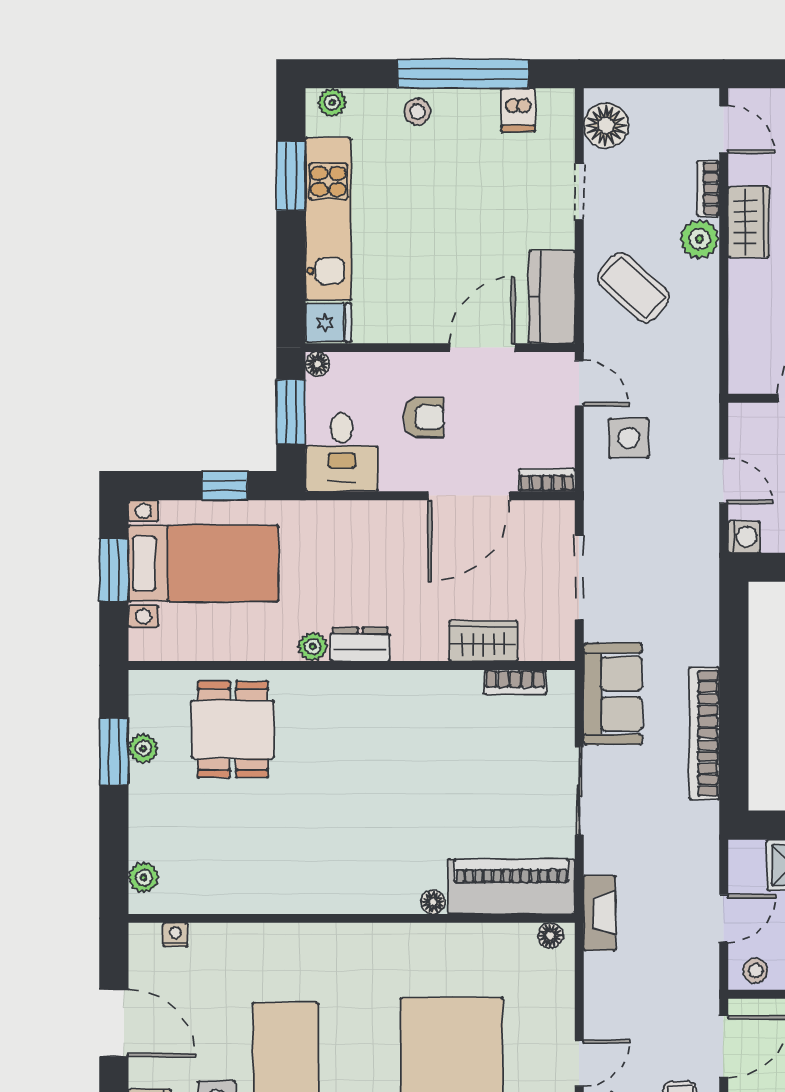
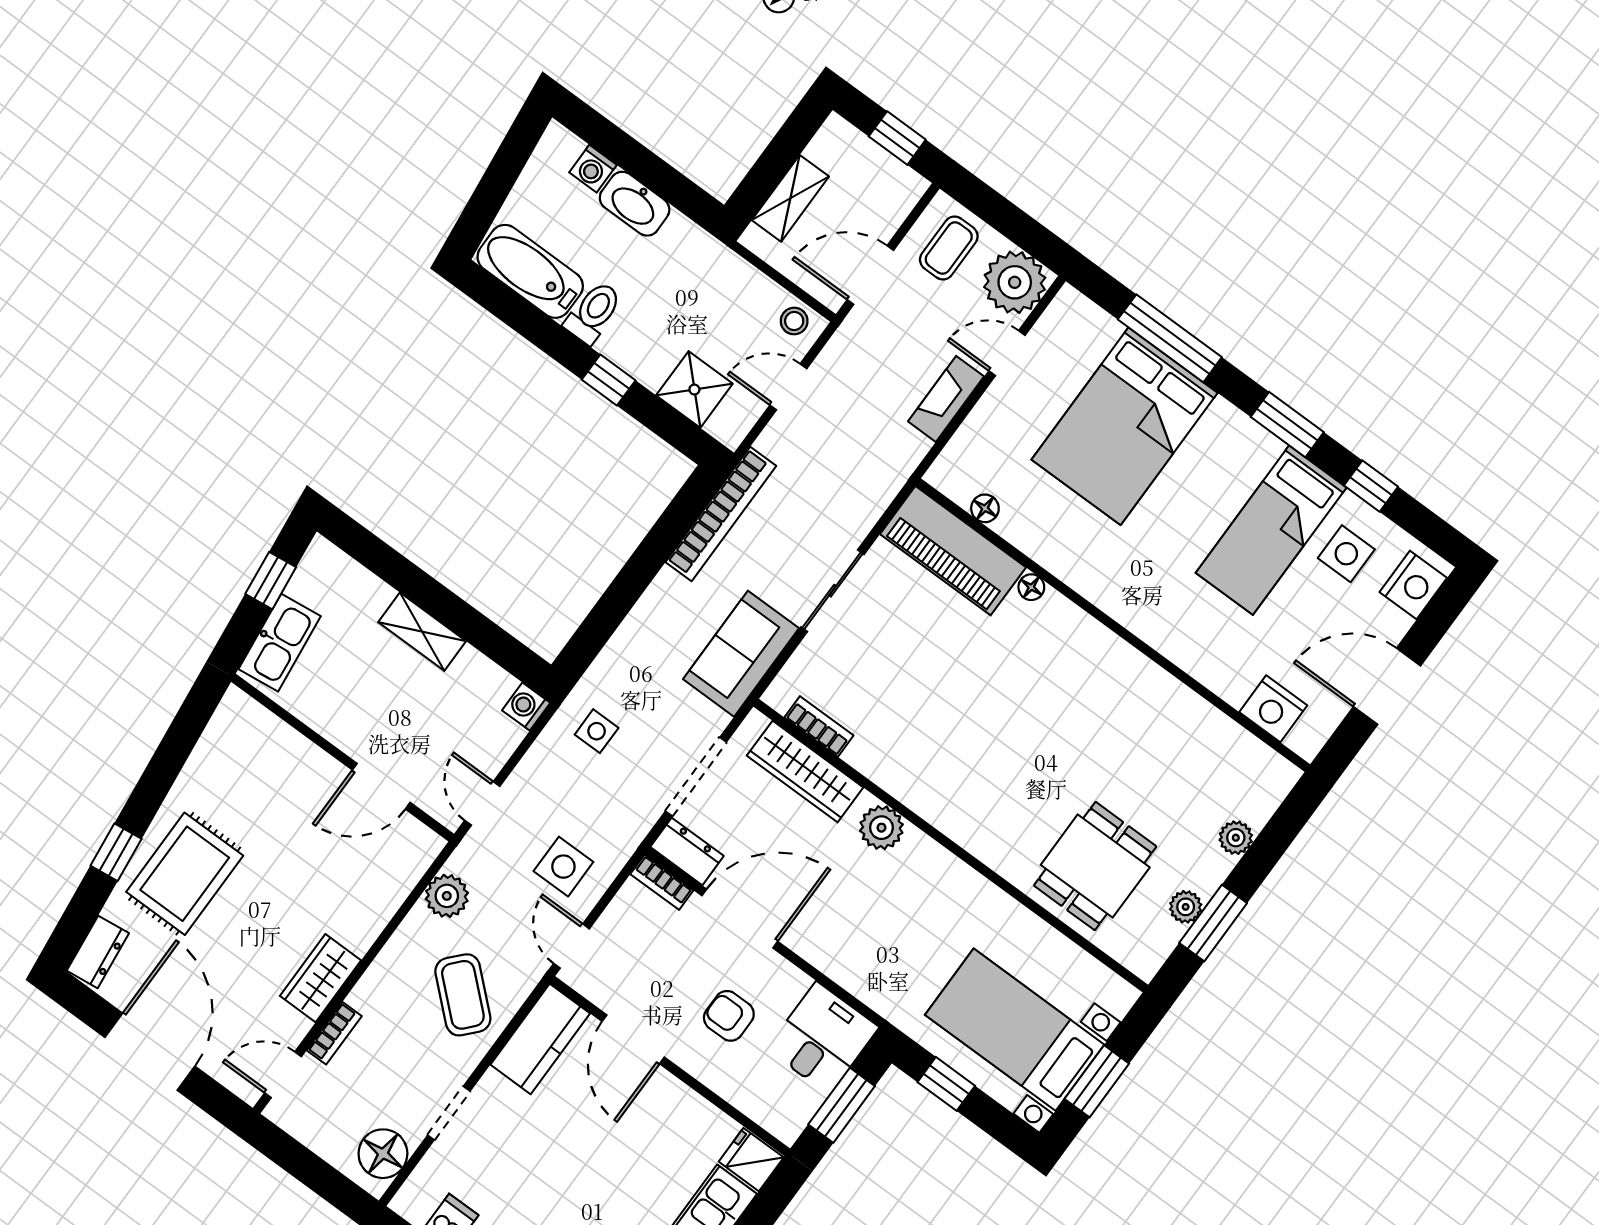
door: (724, 130) -> (283, 1075), hinge flipped
plant: (700, 239) -> (447, 896), moved
door: (482, 348) -> (633, 1039), hinge flipped
floor lamp: (317, 364) -> (787, 1130), removed
door: (724, 481) -> (482, 803), moved
side table: (678, 557) -> (597, 731), added
wardrobe: (483, 641) -> (805, 772), width x1.50
dresser: (360, 644) -> (687, 851), moved, turned 180
plant: (313, 647) -> (881, 828), moved, width x1.38, depth x1.38
bookcase: (704, 733) -> (721, 514), moved
plant: (144, 877) -> (1236, 838), moved
fireplace: (600, 913) -> (946, 399), moved
nightstand: (175, 935) -> (1273, 709), width x1.89, depth x1.79
floor lamp: (550, 935) -> (985, 508), moved
door: (114, 1023) -> (1387, 686), hinge flipped

